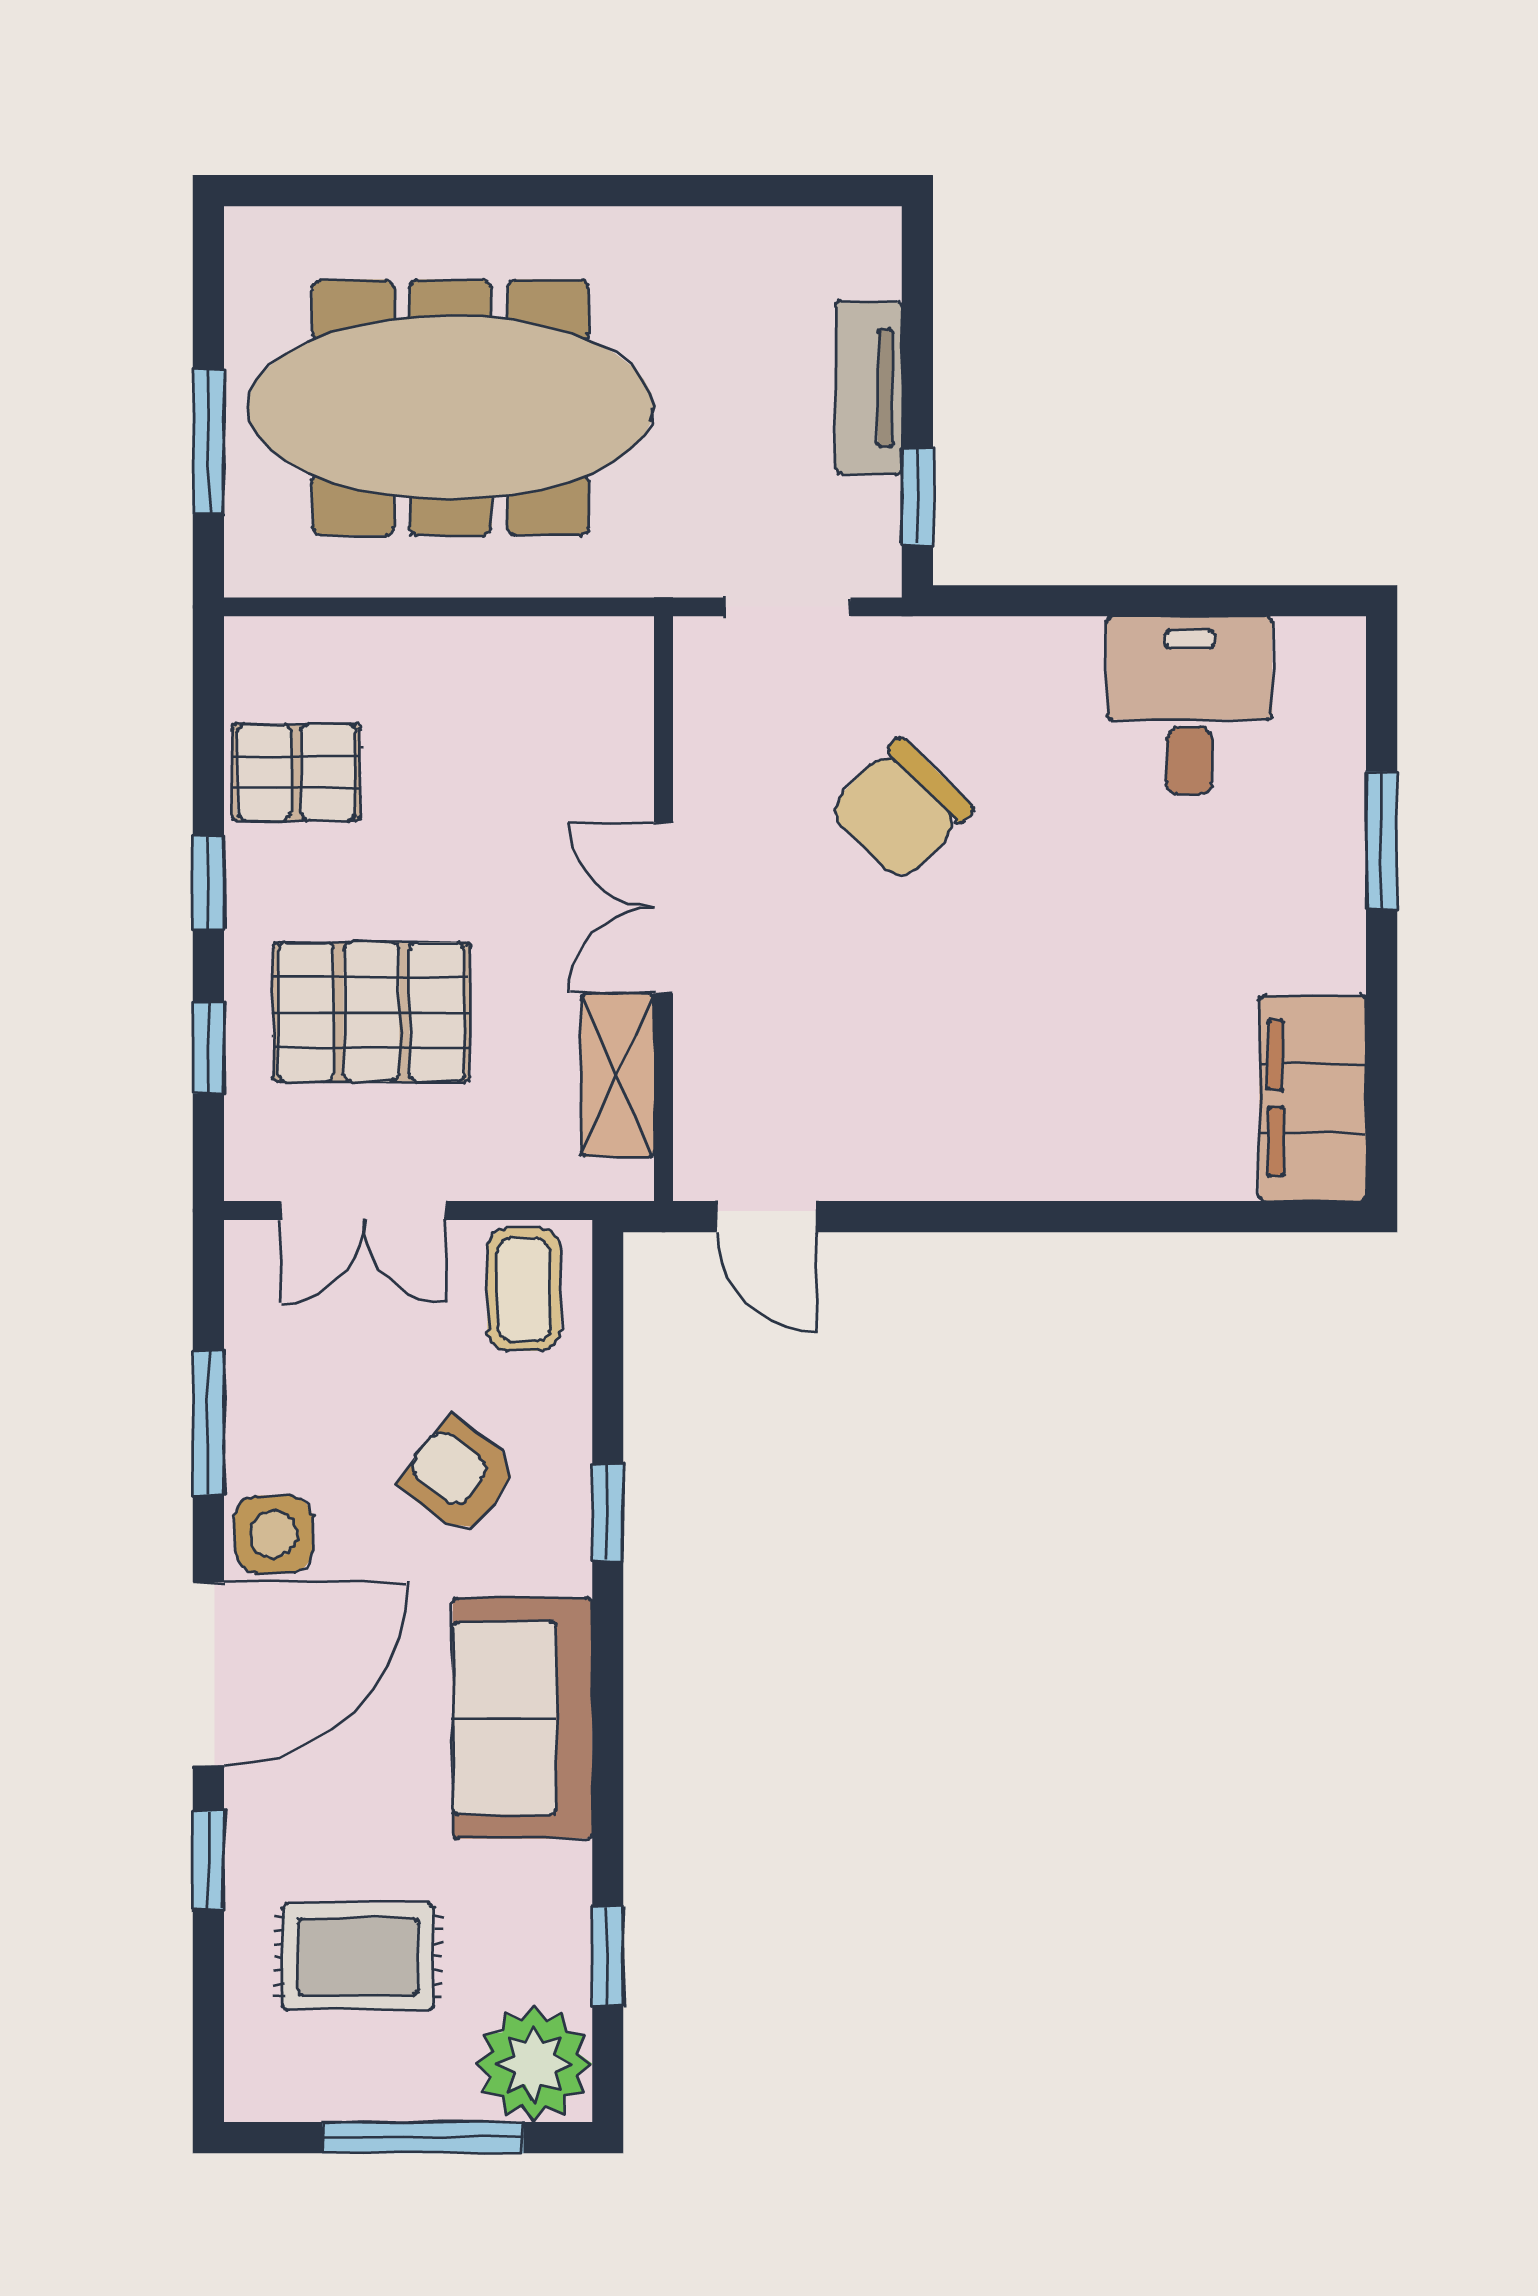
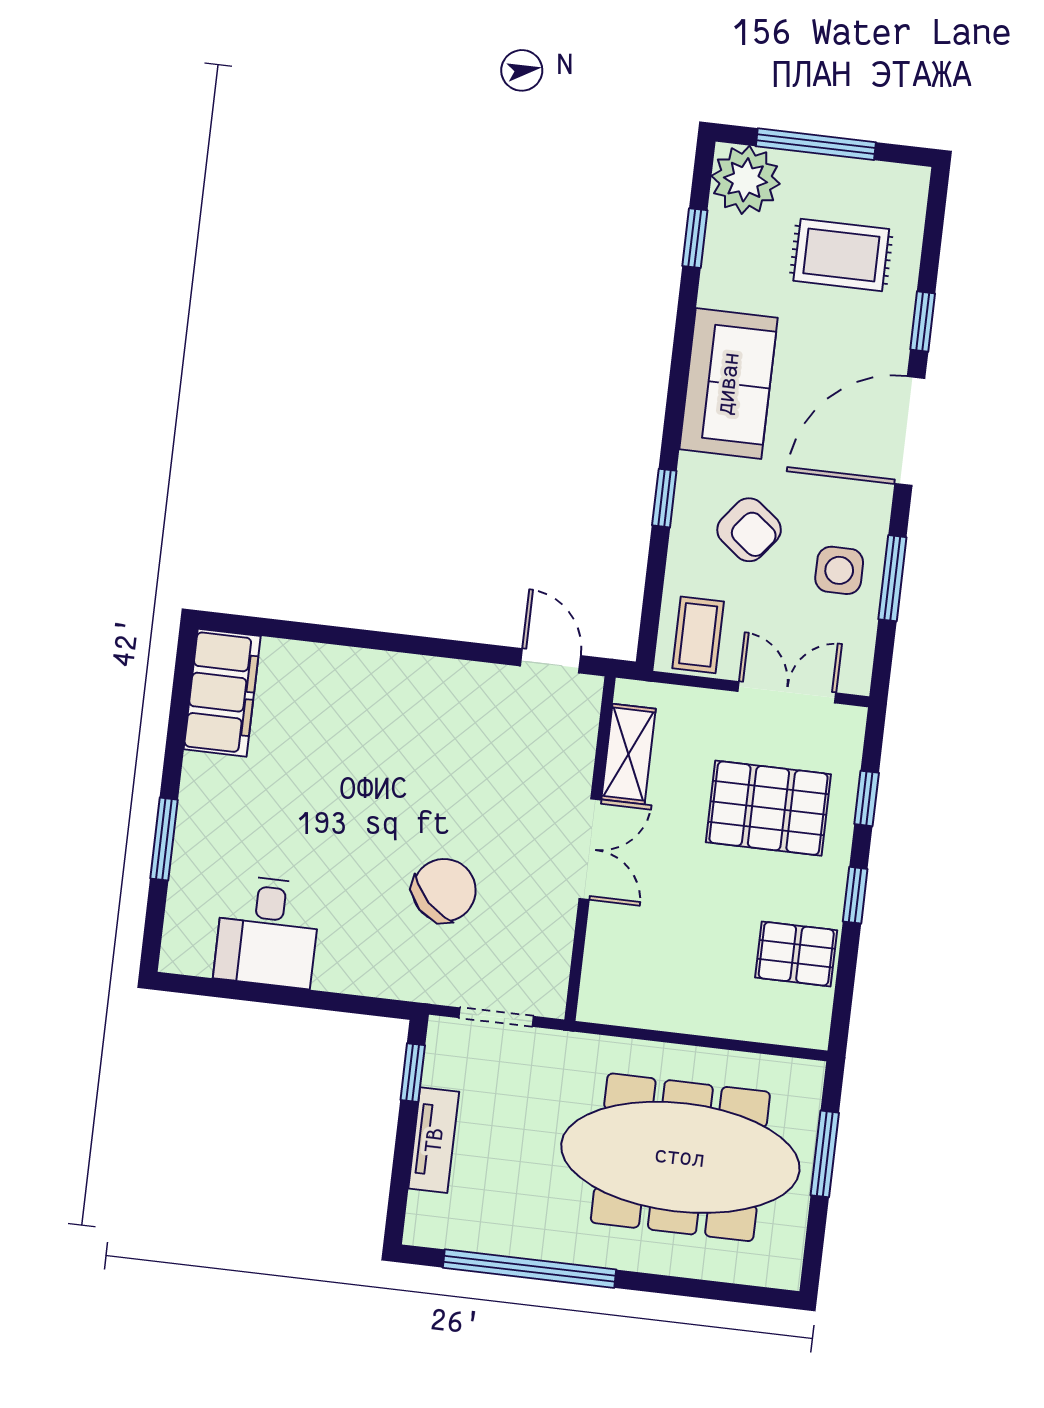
window: (682, 191) -> (529, 1269), added
side table: (274, 1534) -> (839, 570), moved

